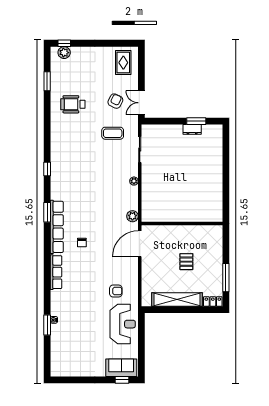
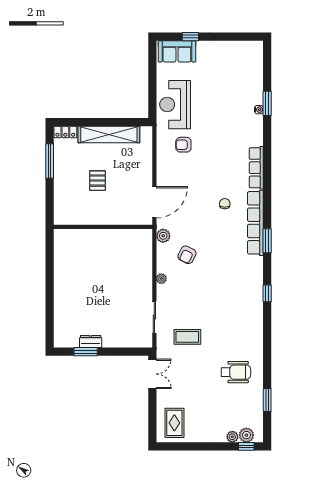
plant: (76, 51) -> (232, 437), added
armchair: (115, 101) -> (187, 255), moved
window: (122, 380) -> (190, 37), moved

